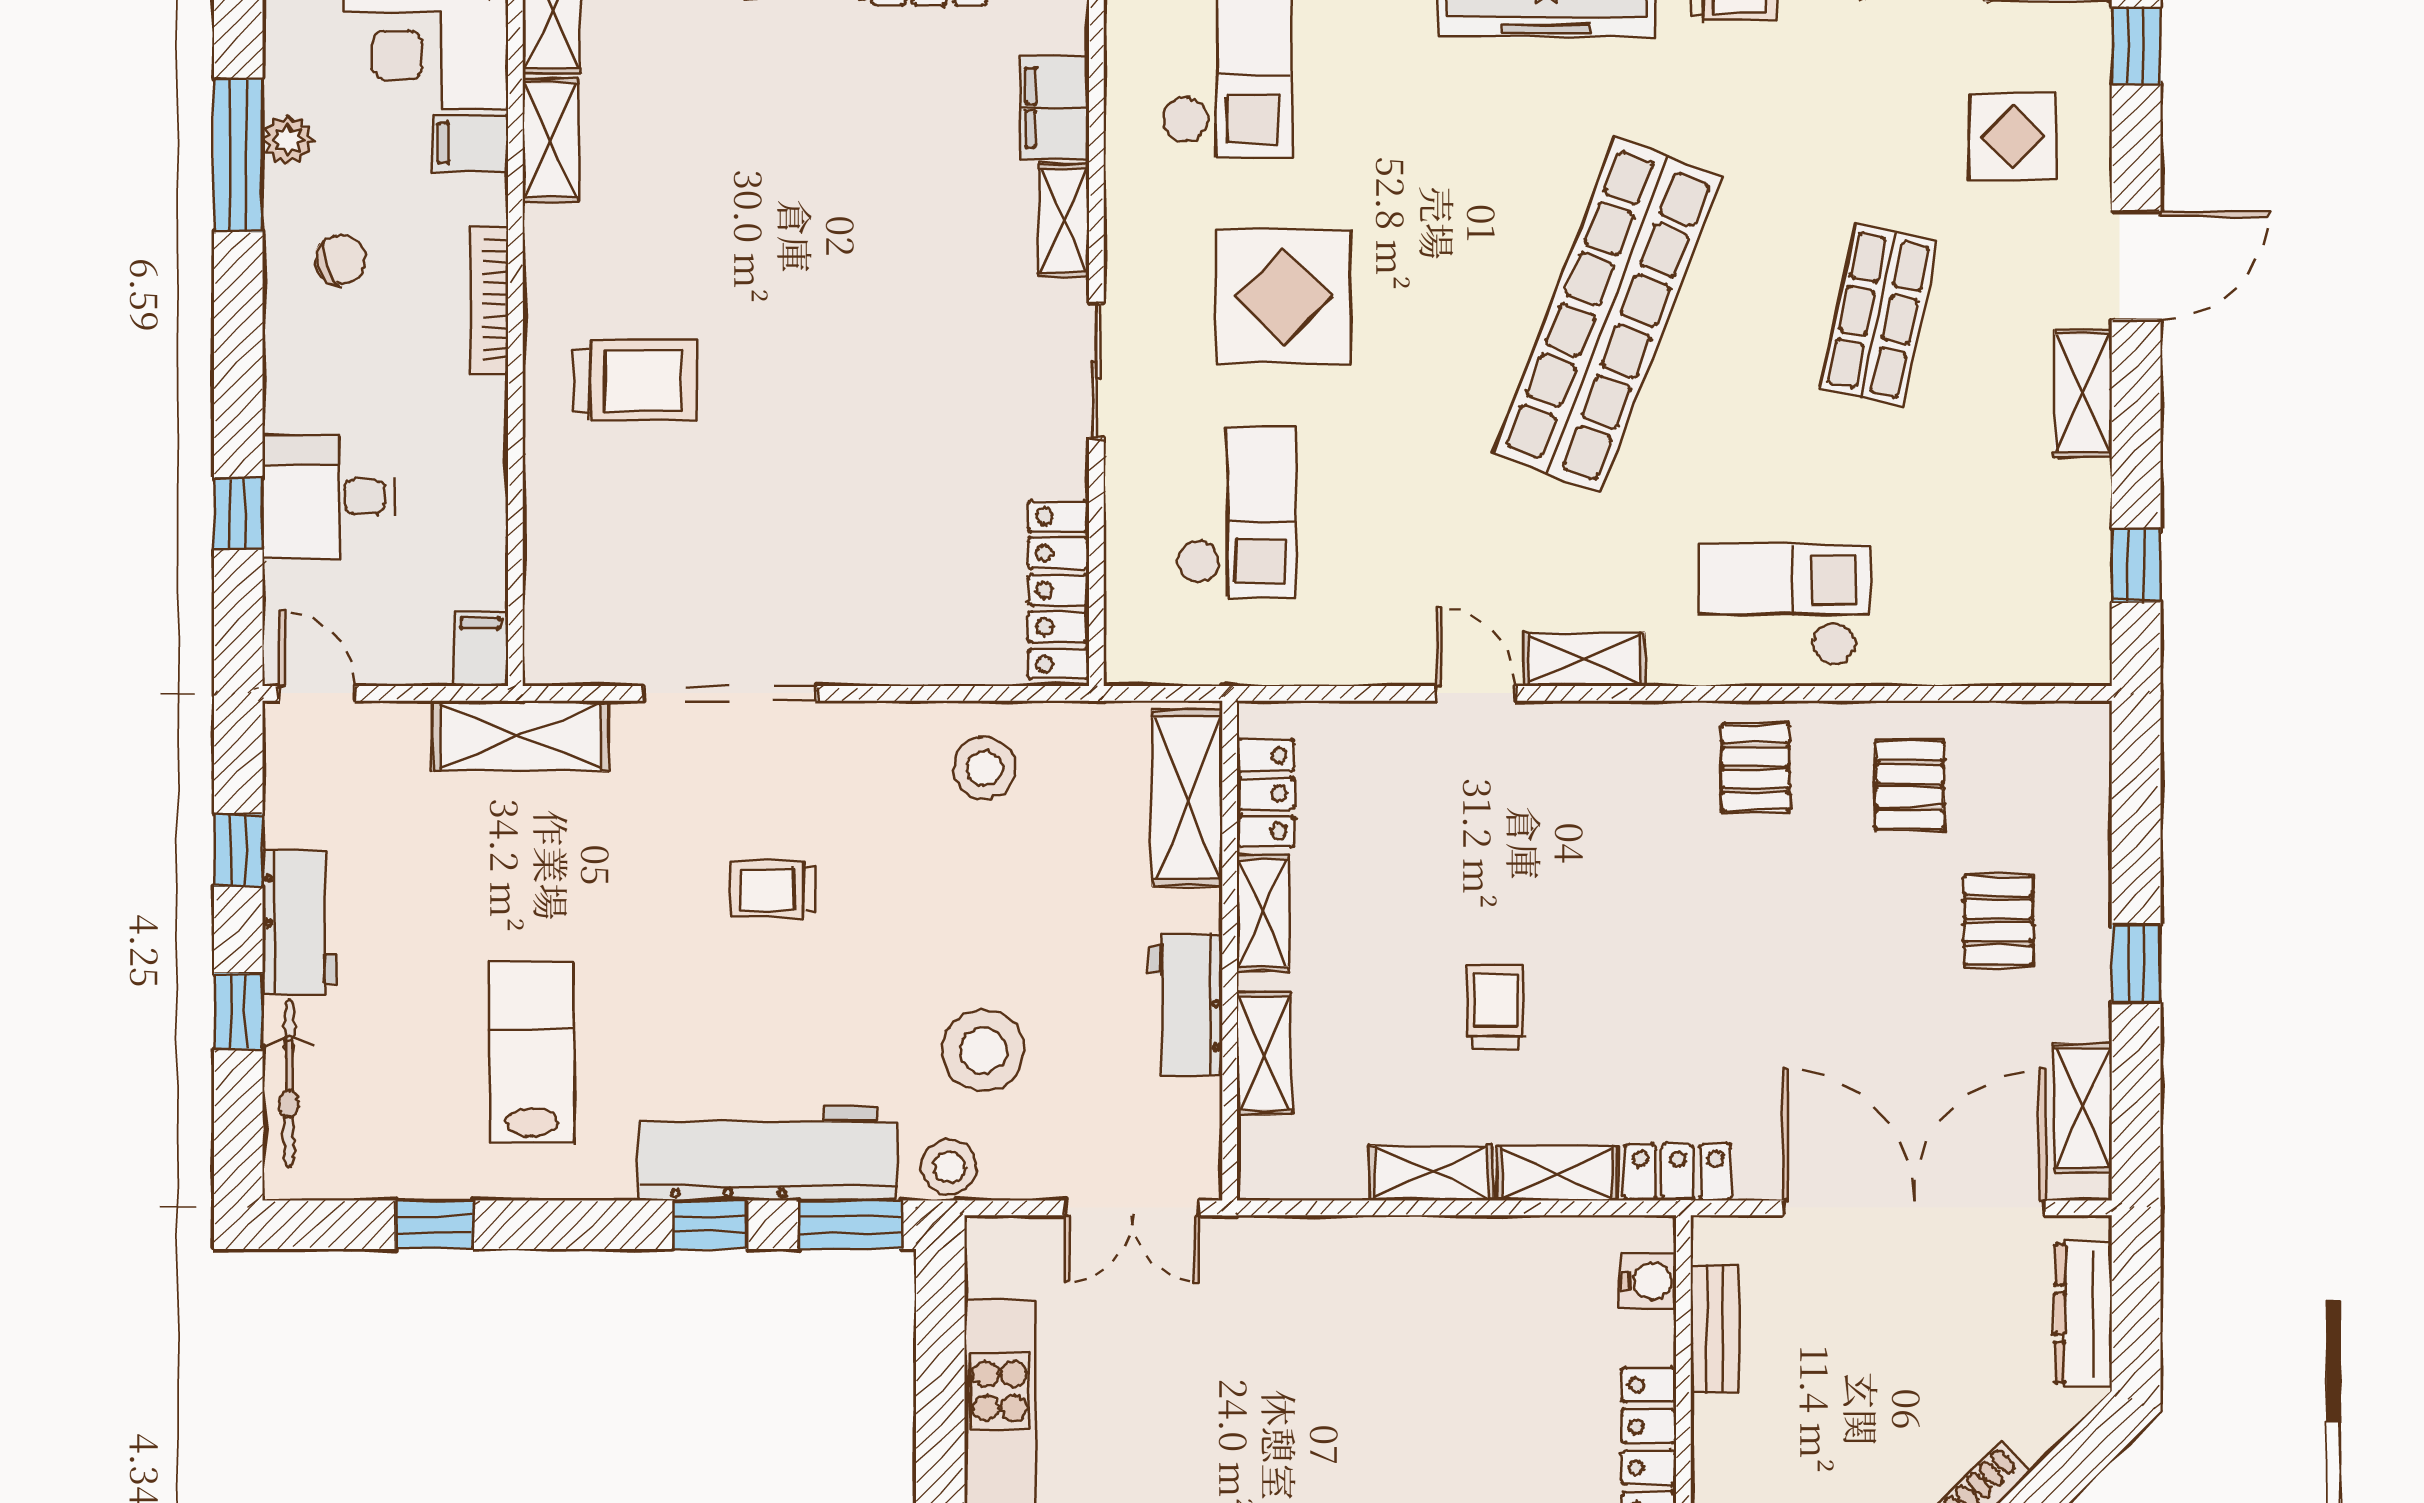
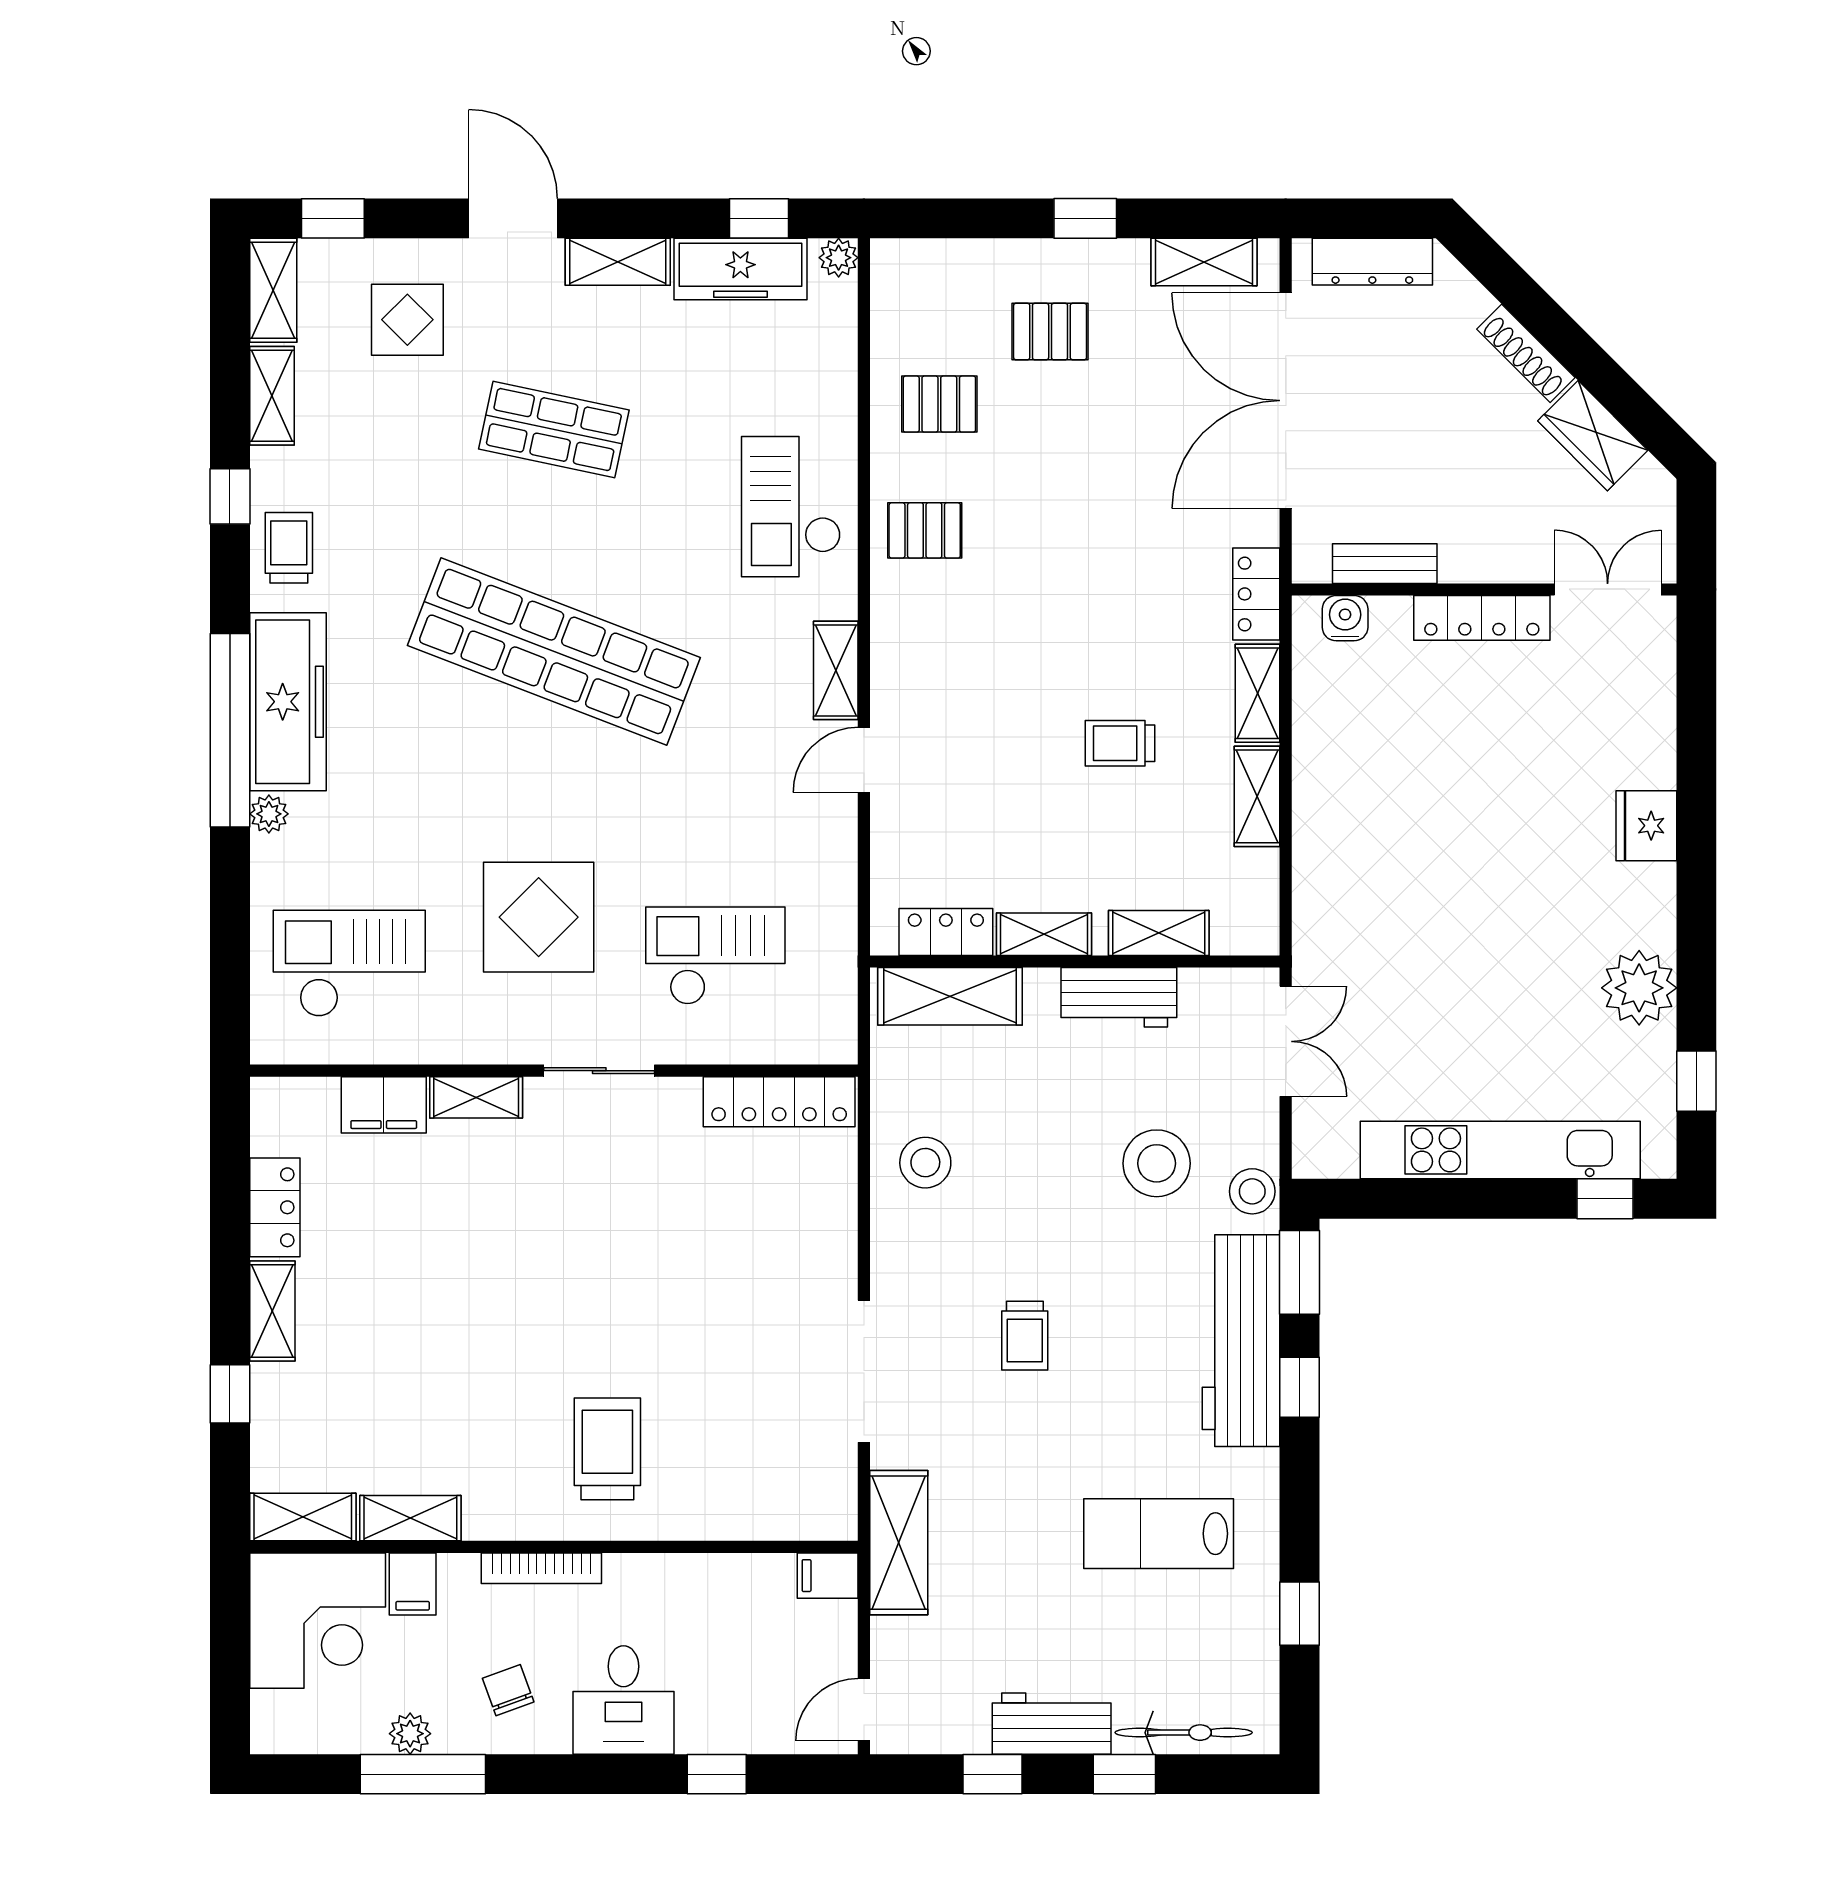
desk: (329, 497) -> (623, 1700), moved
freezer: (2074, 543) -> (740, 269), added
plant: (2088, 662) -> (839, 258), added

